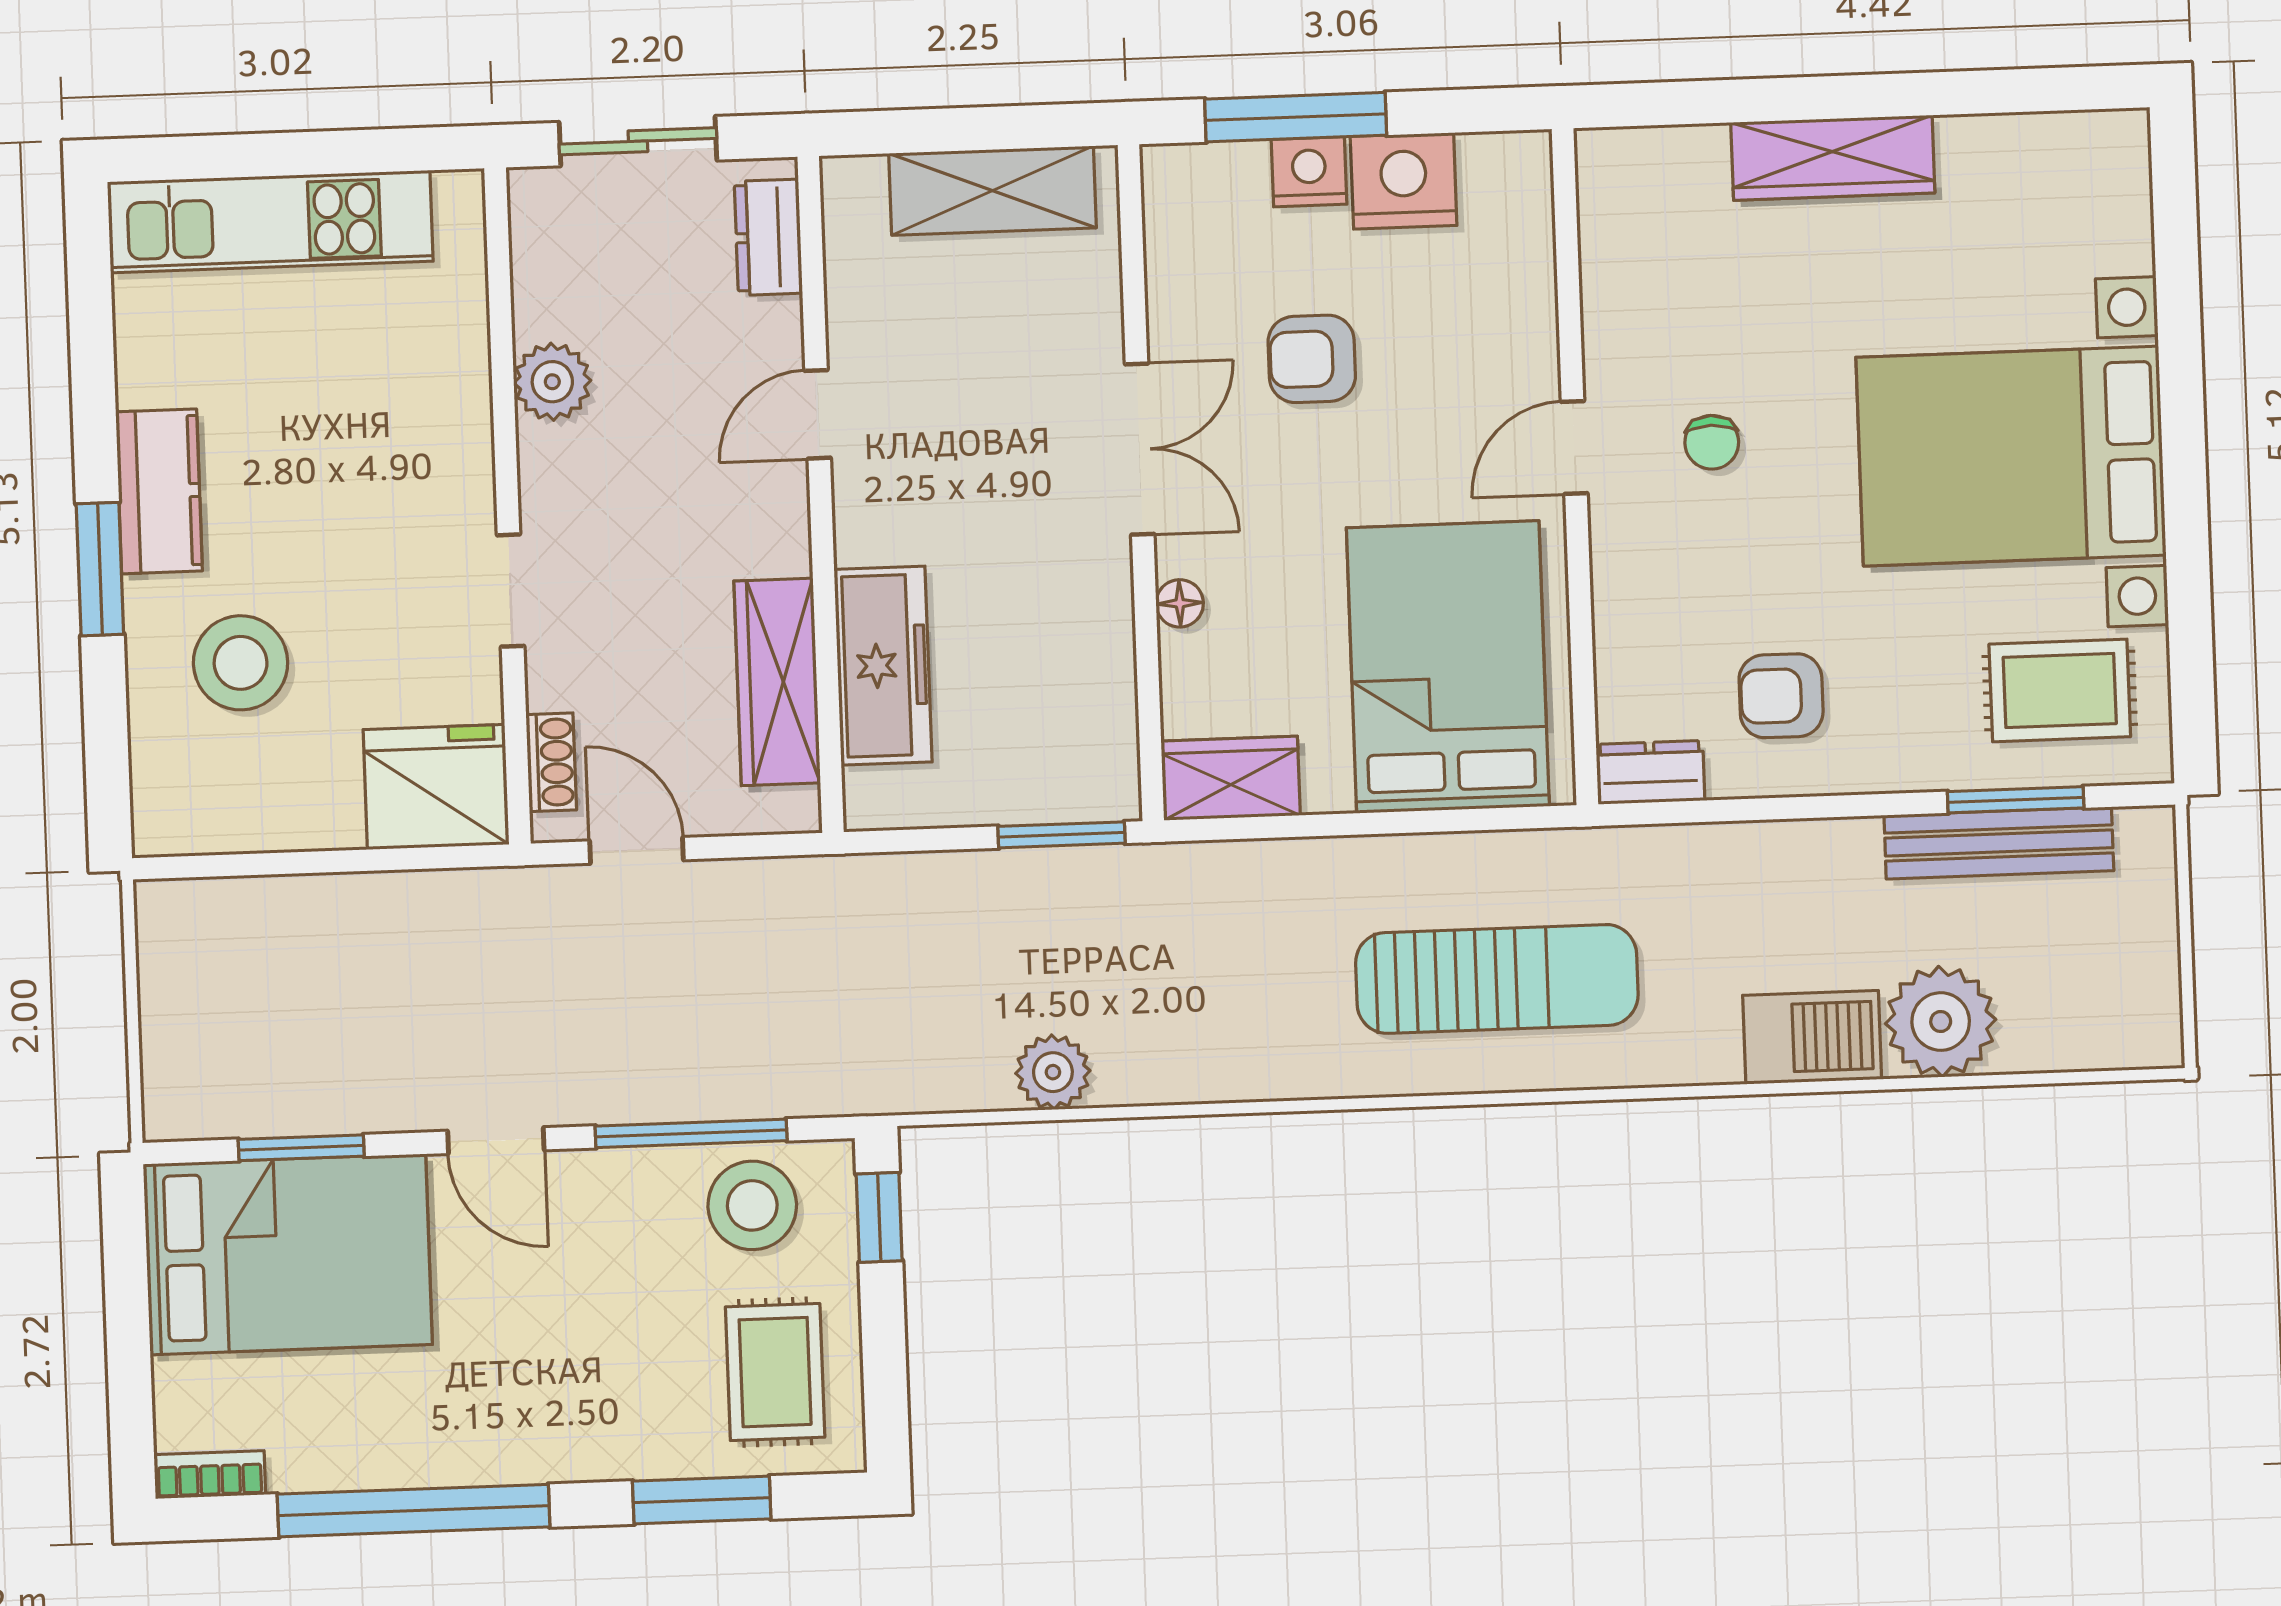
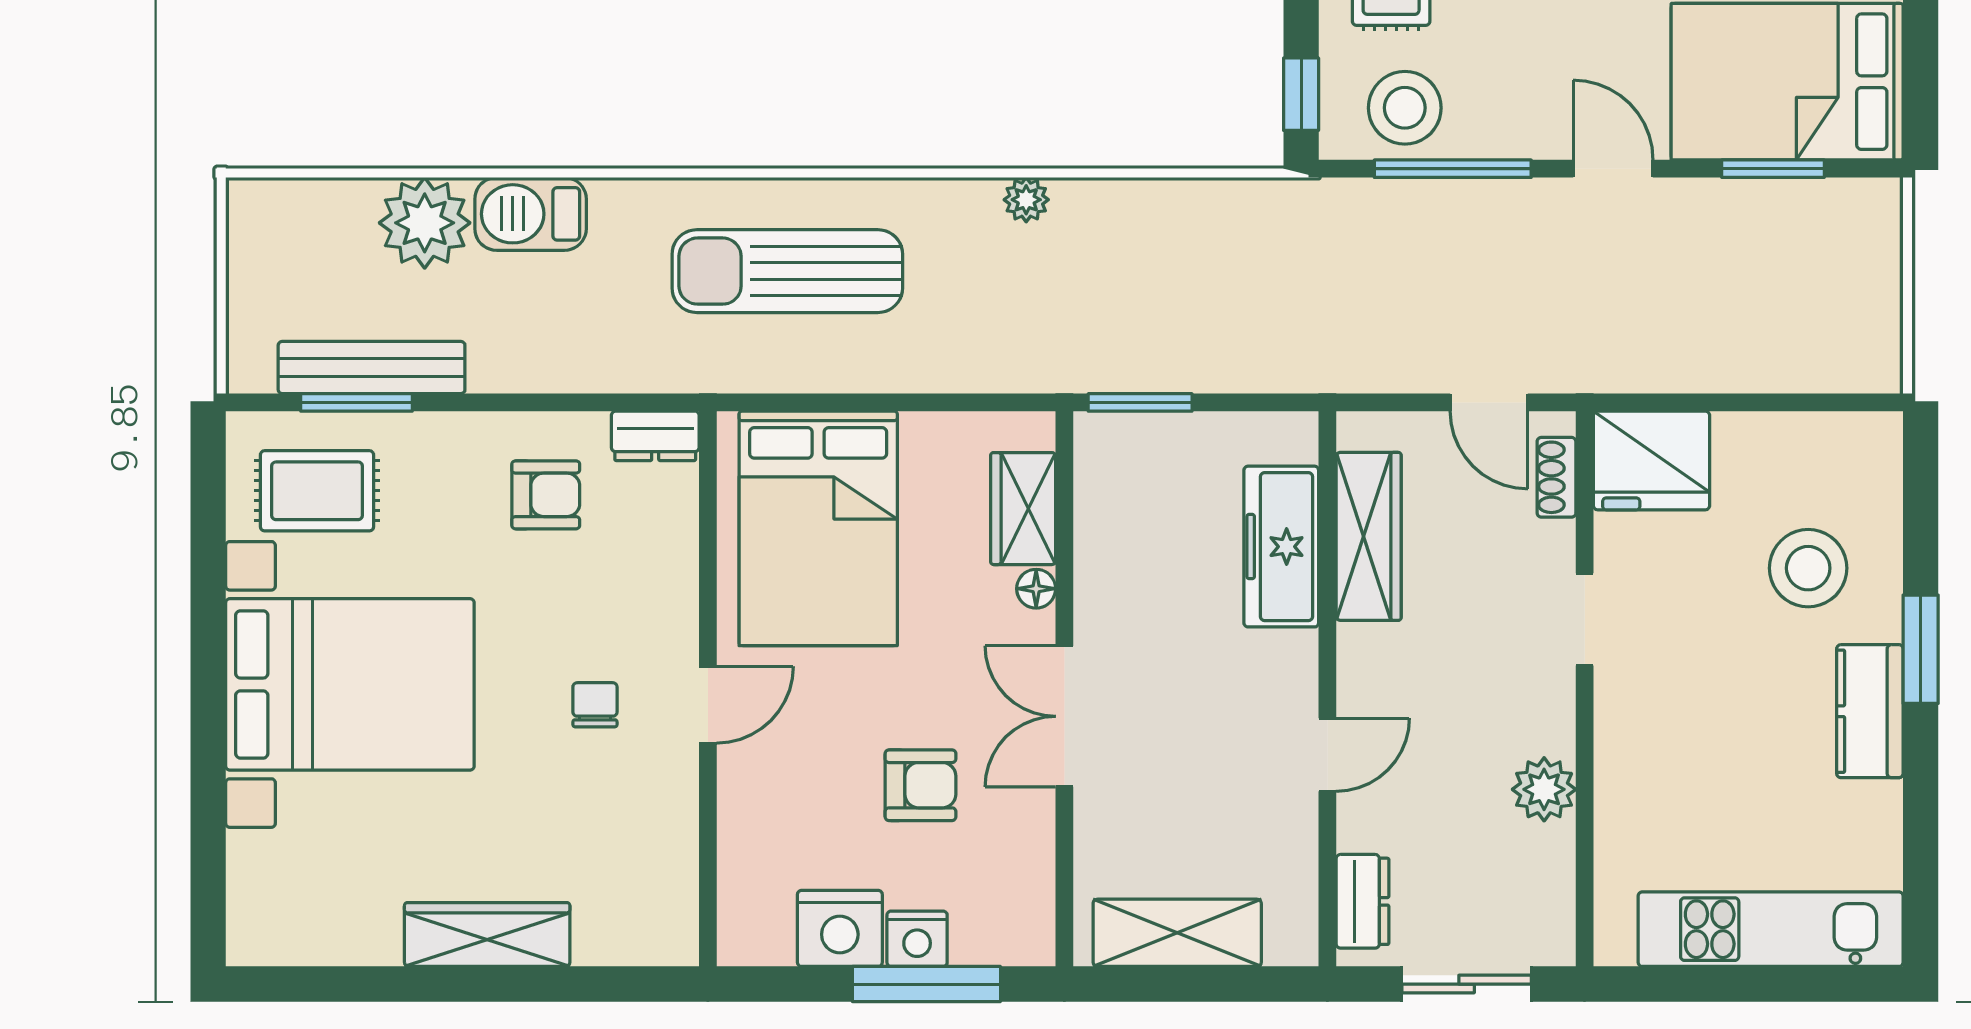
wardrobe: (1231, 778) -> (1023, 509), moved, turned 90
plant: (1053, 1072) -> (1026, 200), moved, width x0.73, depth x0.73

